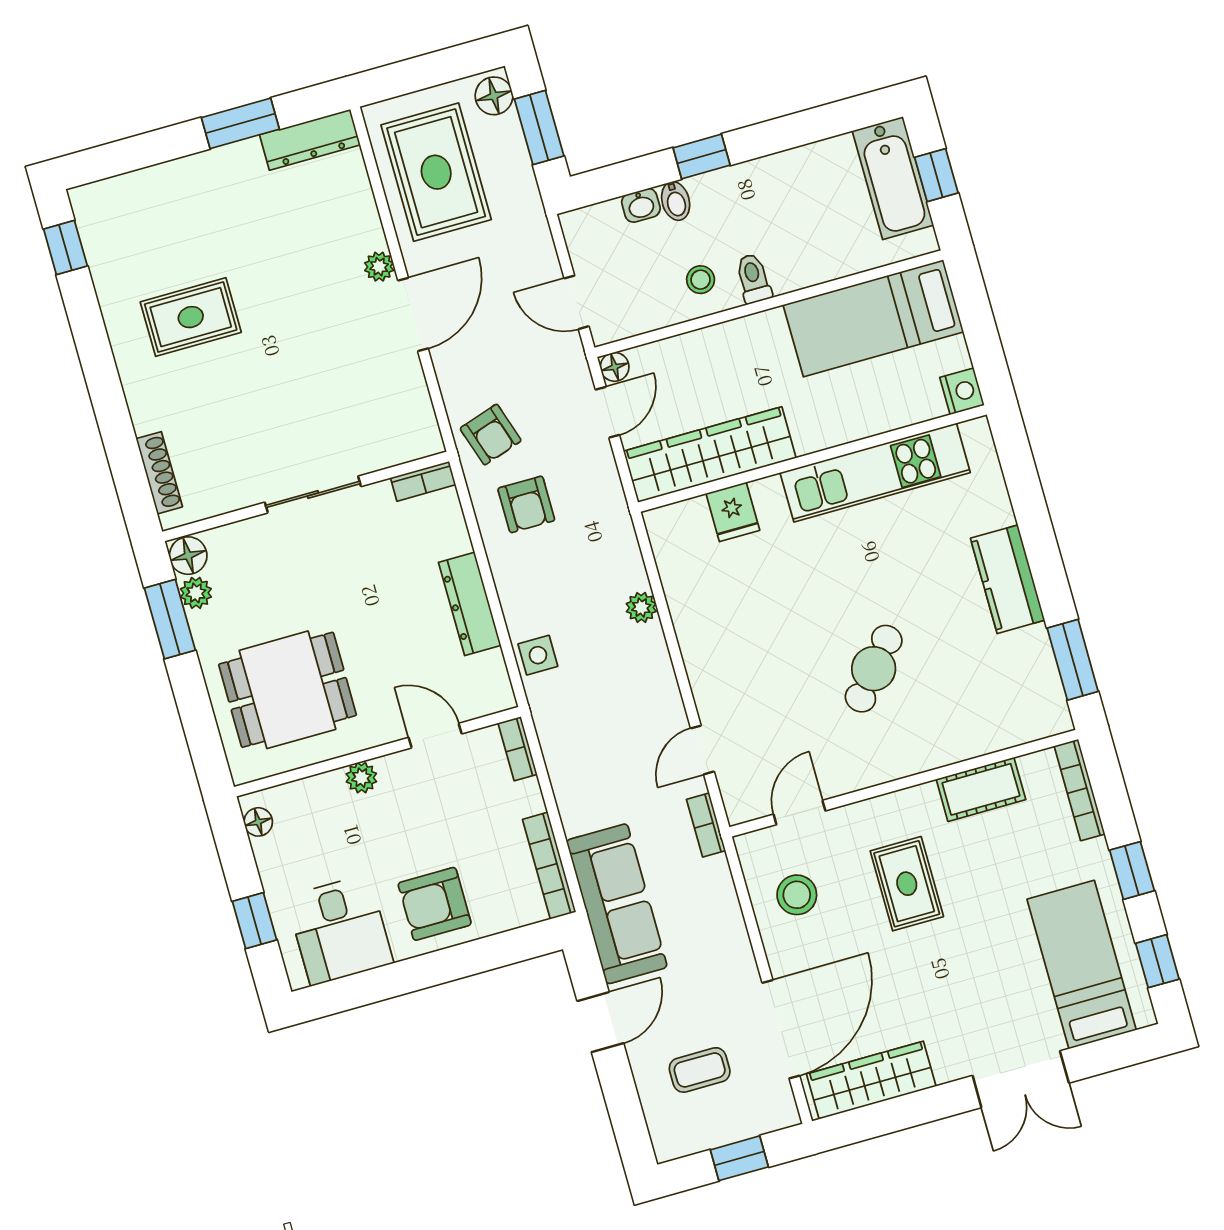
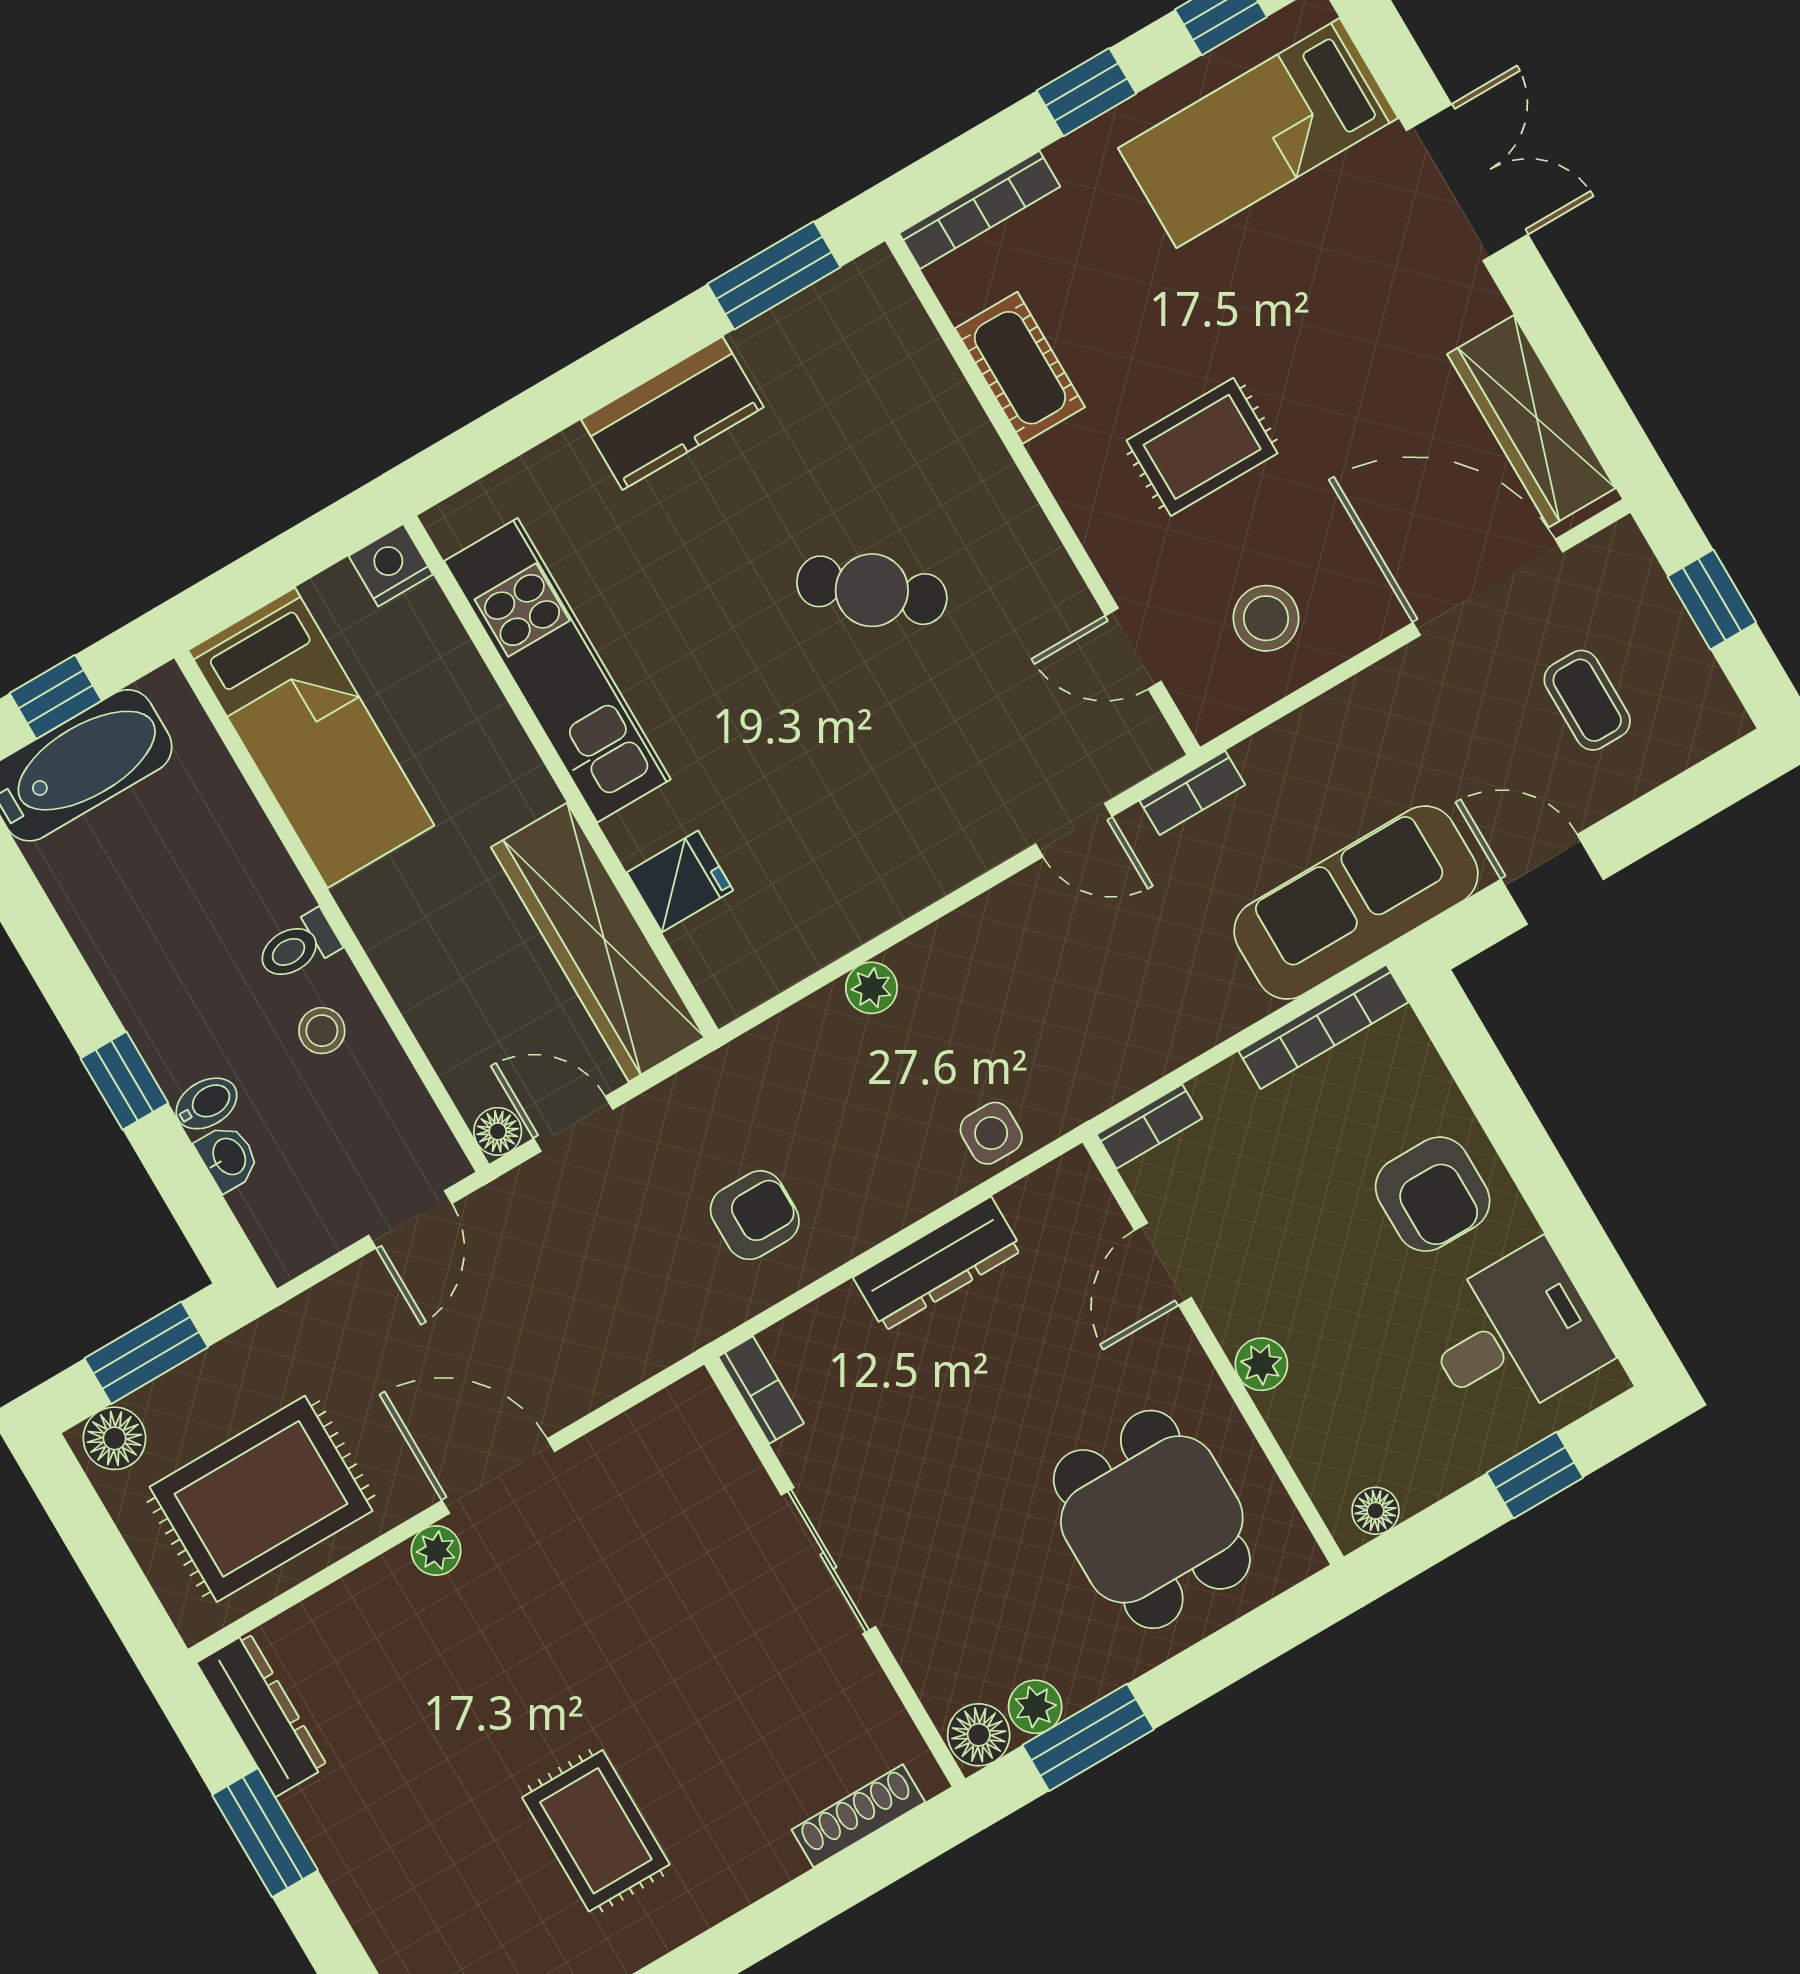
armchair: (491, 435) -> (658, 1301), removed

